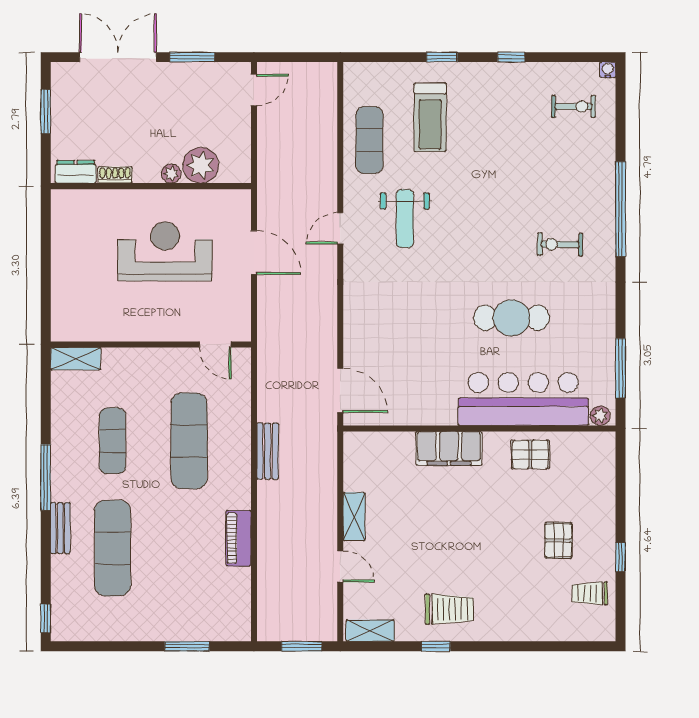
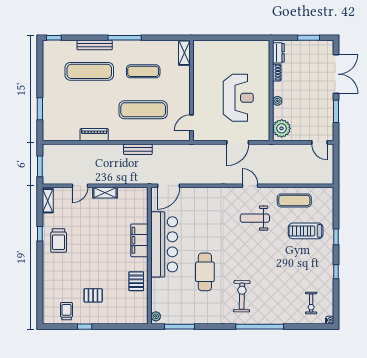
plant: (201, 165) -> (282, 128), moved
exercise bike: (560, 244) -> (242, 296), width x1.38, depth x1.39
bar counter: (523, 399) -> (164, 244), moved
bench: (60, 528) -> (95, 45), width x1.36

